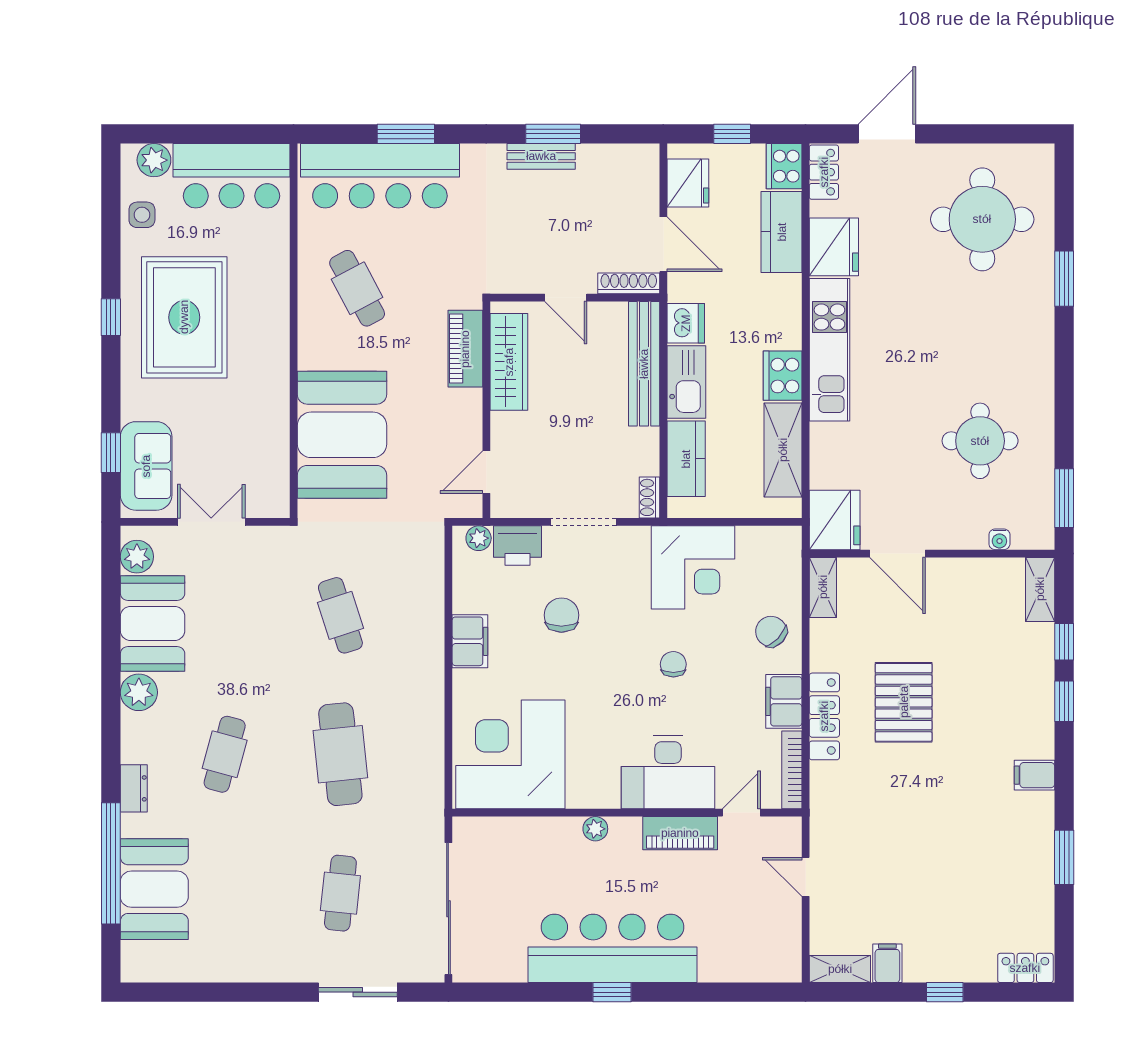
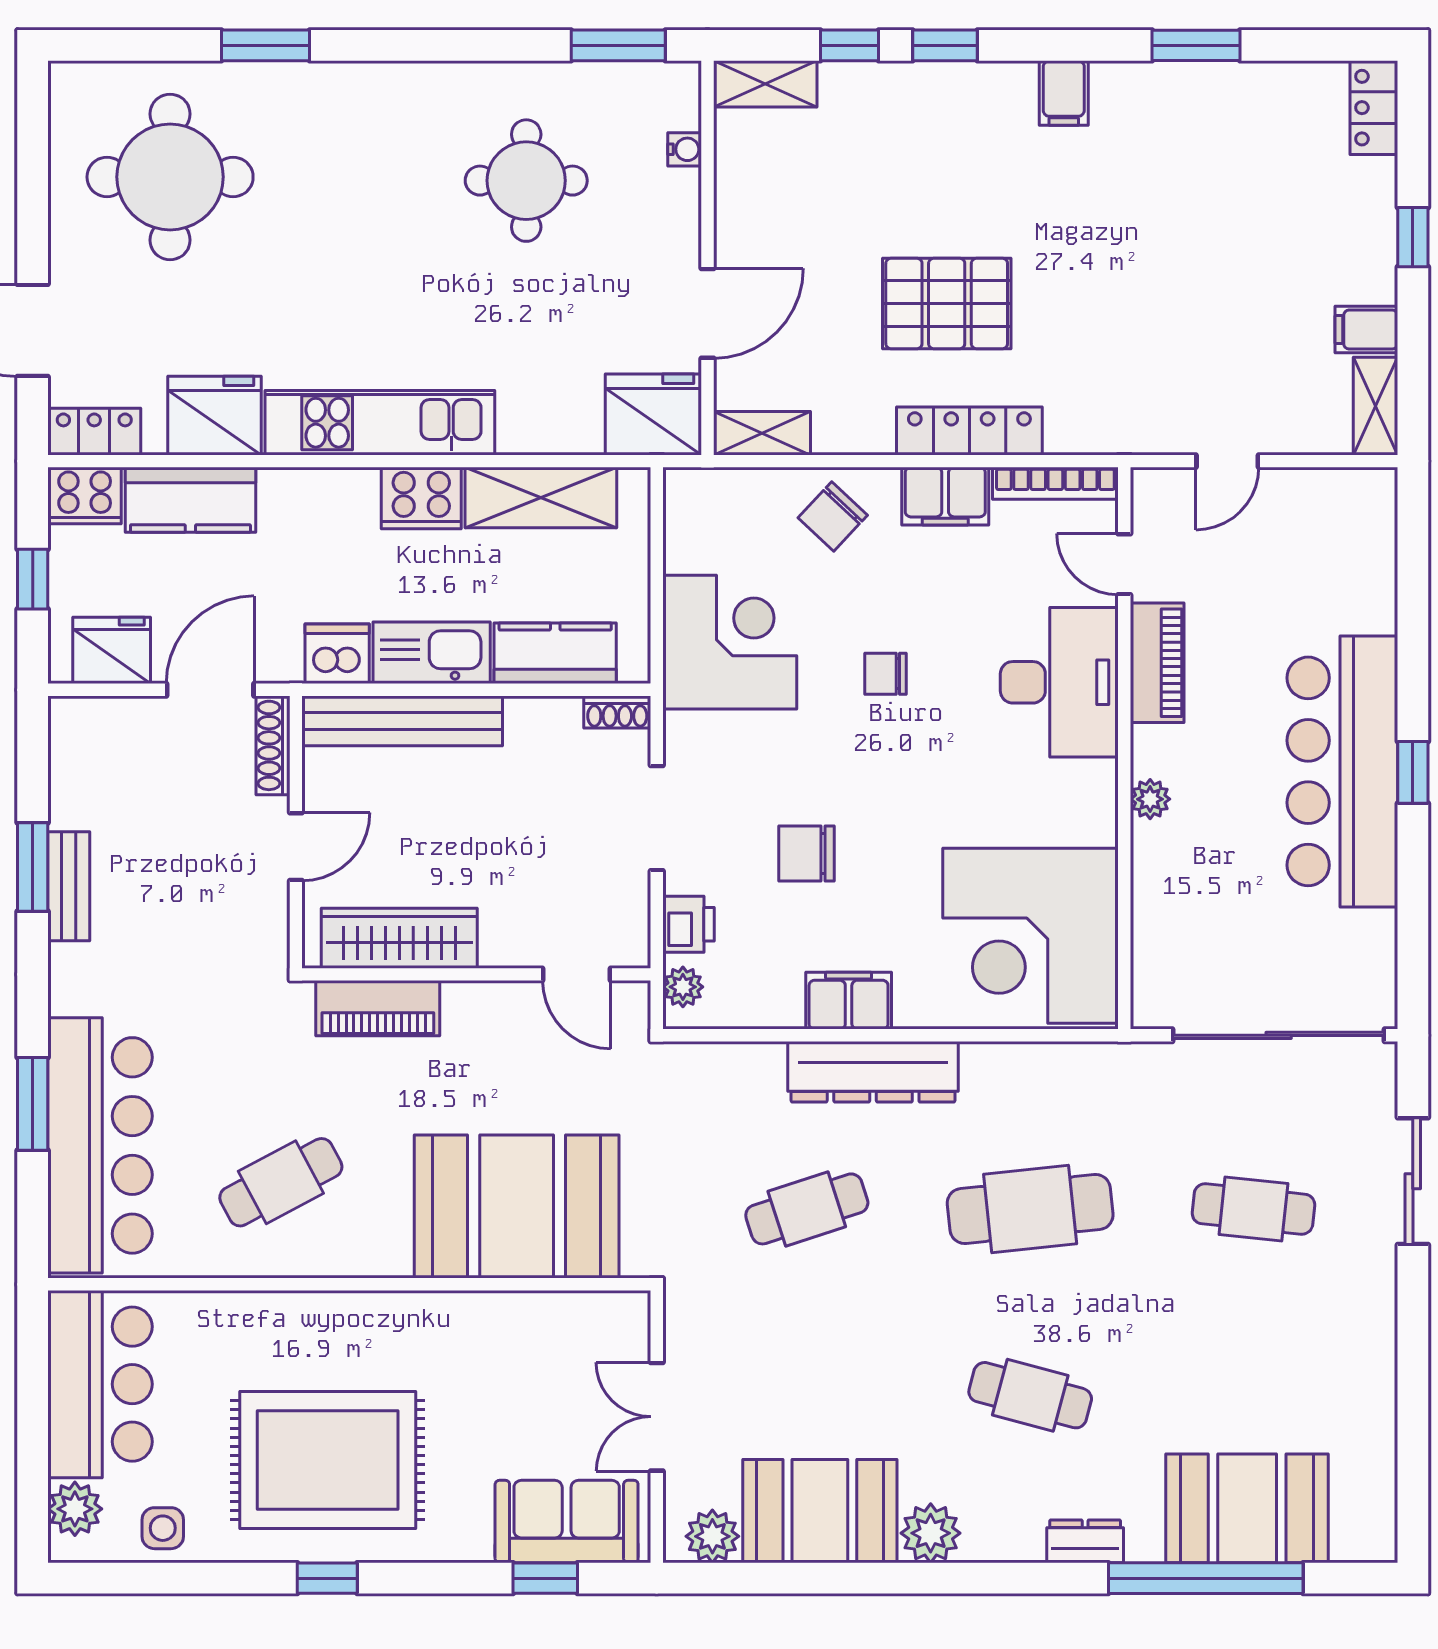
printer: (518, 546) -> (688, 924), width x0.73, depth x0.81
dresser: (426, 657) -> (873, 1072), added

